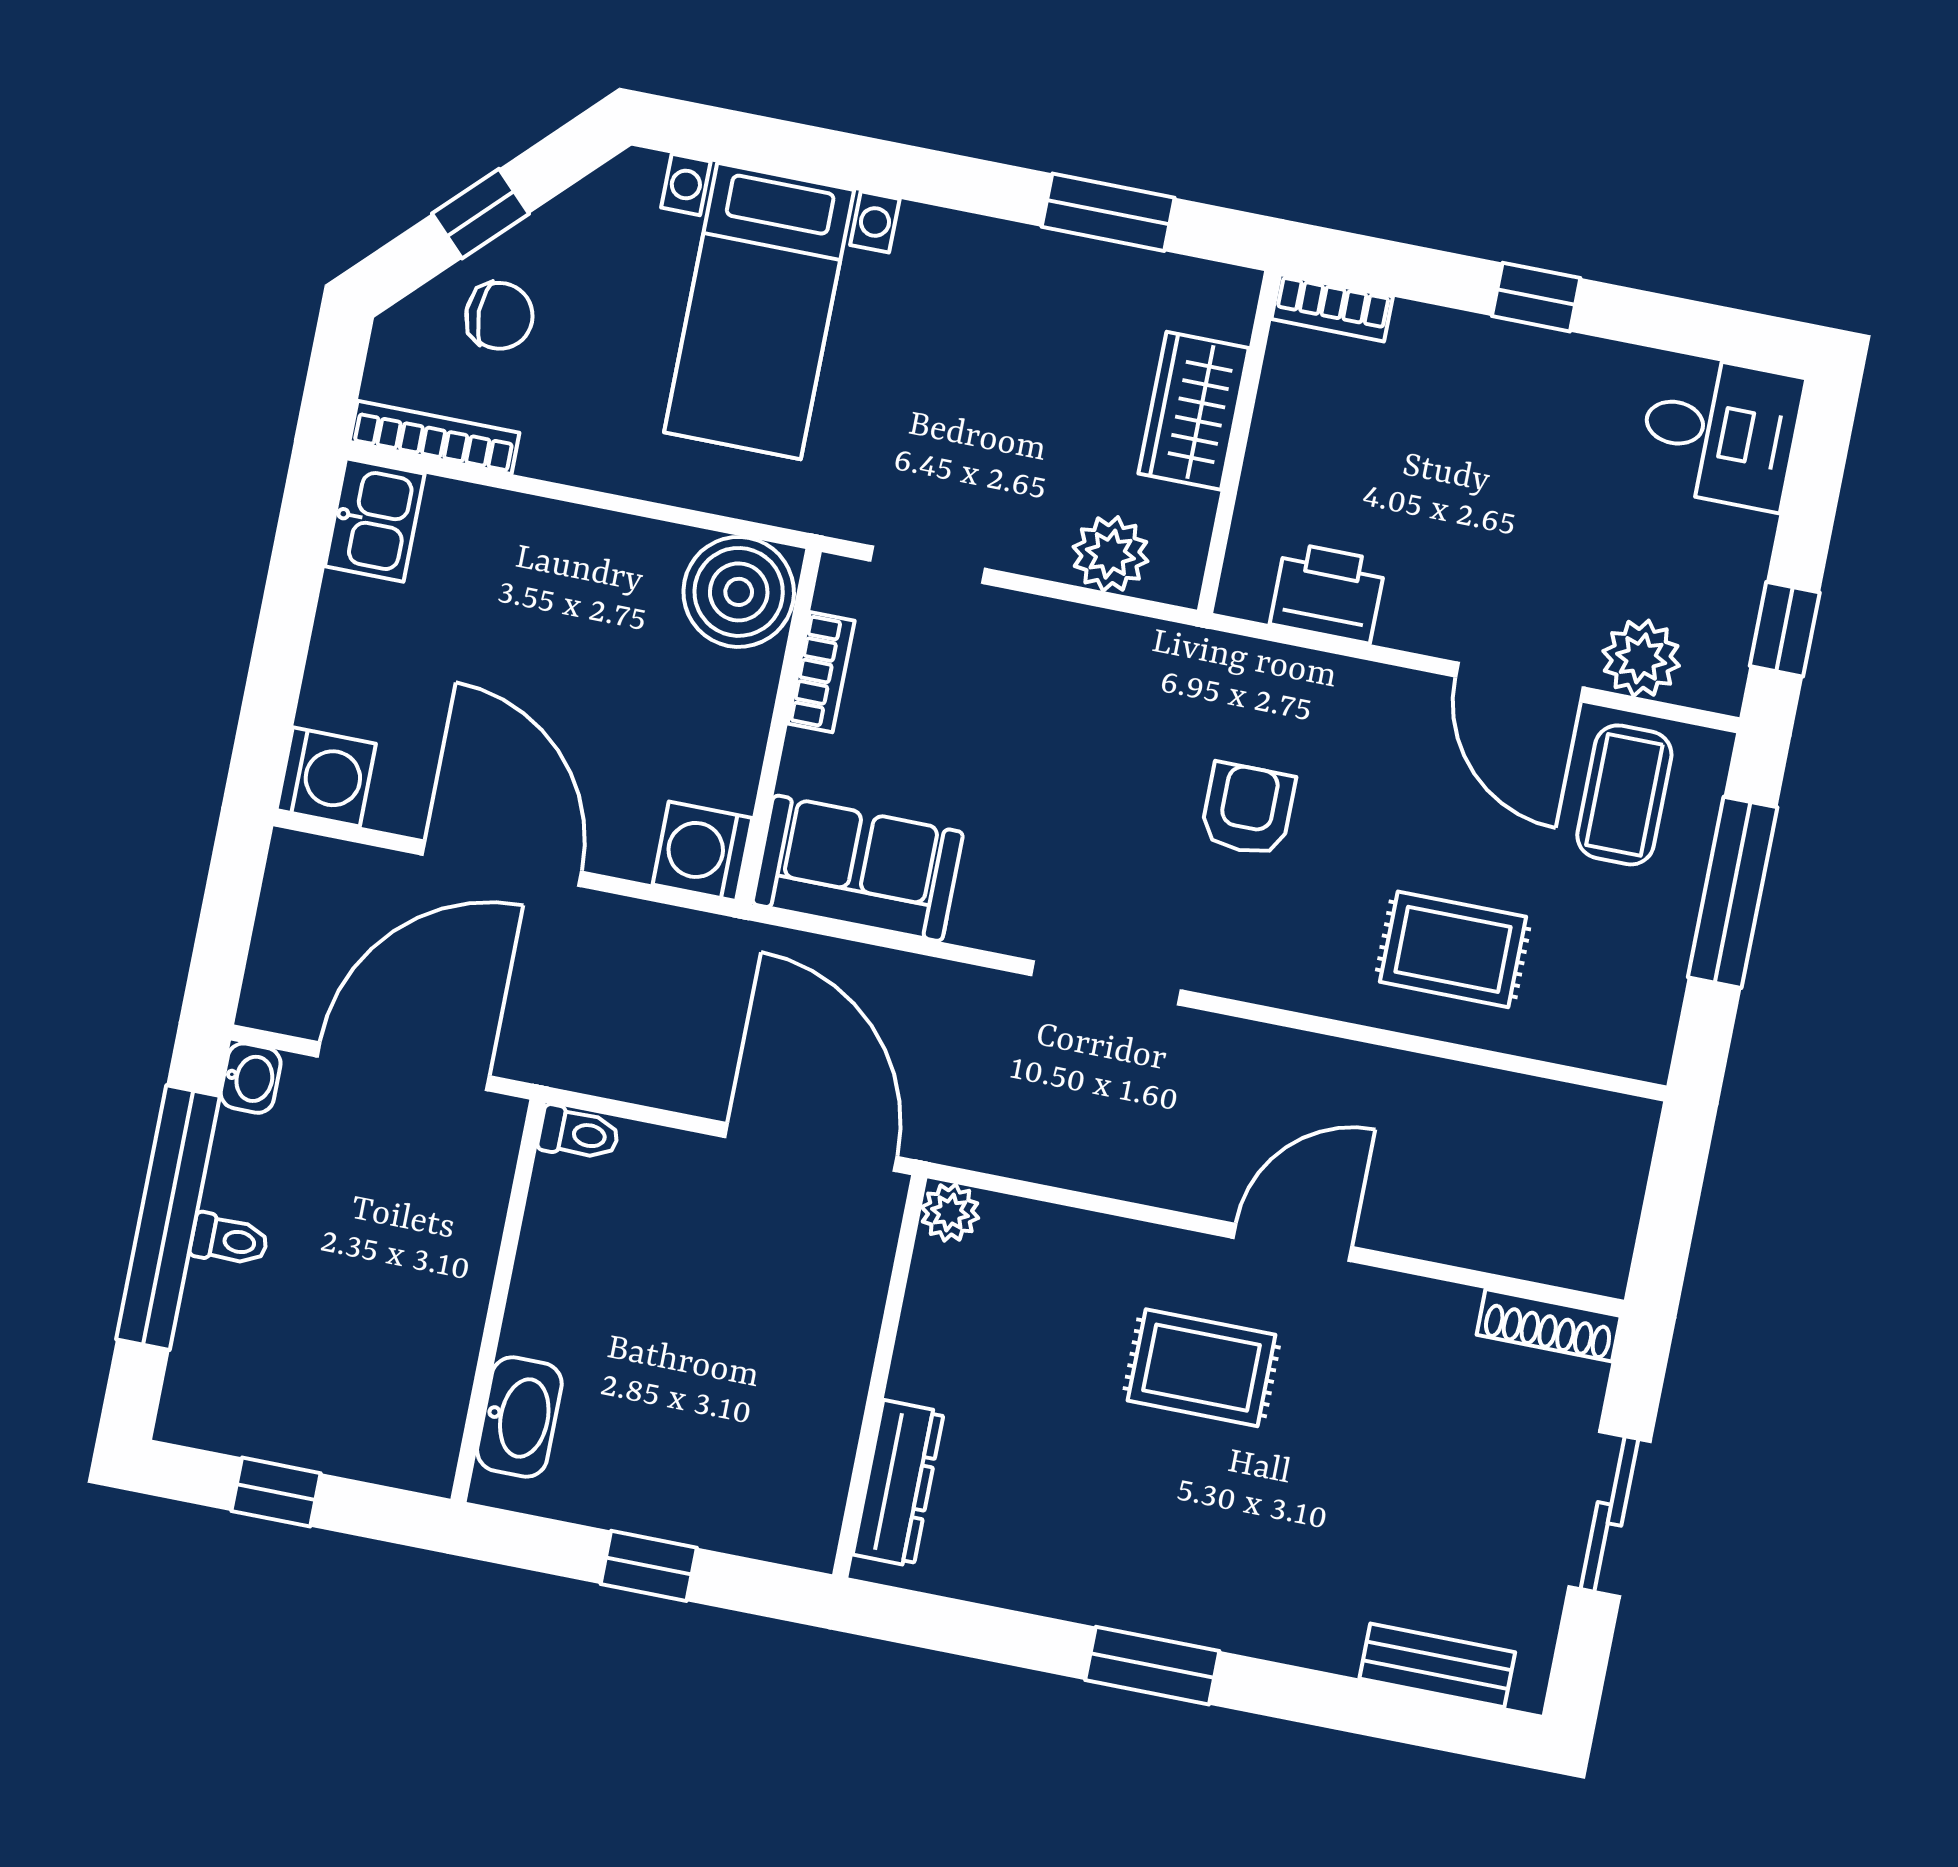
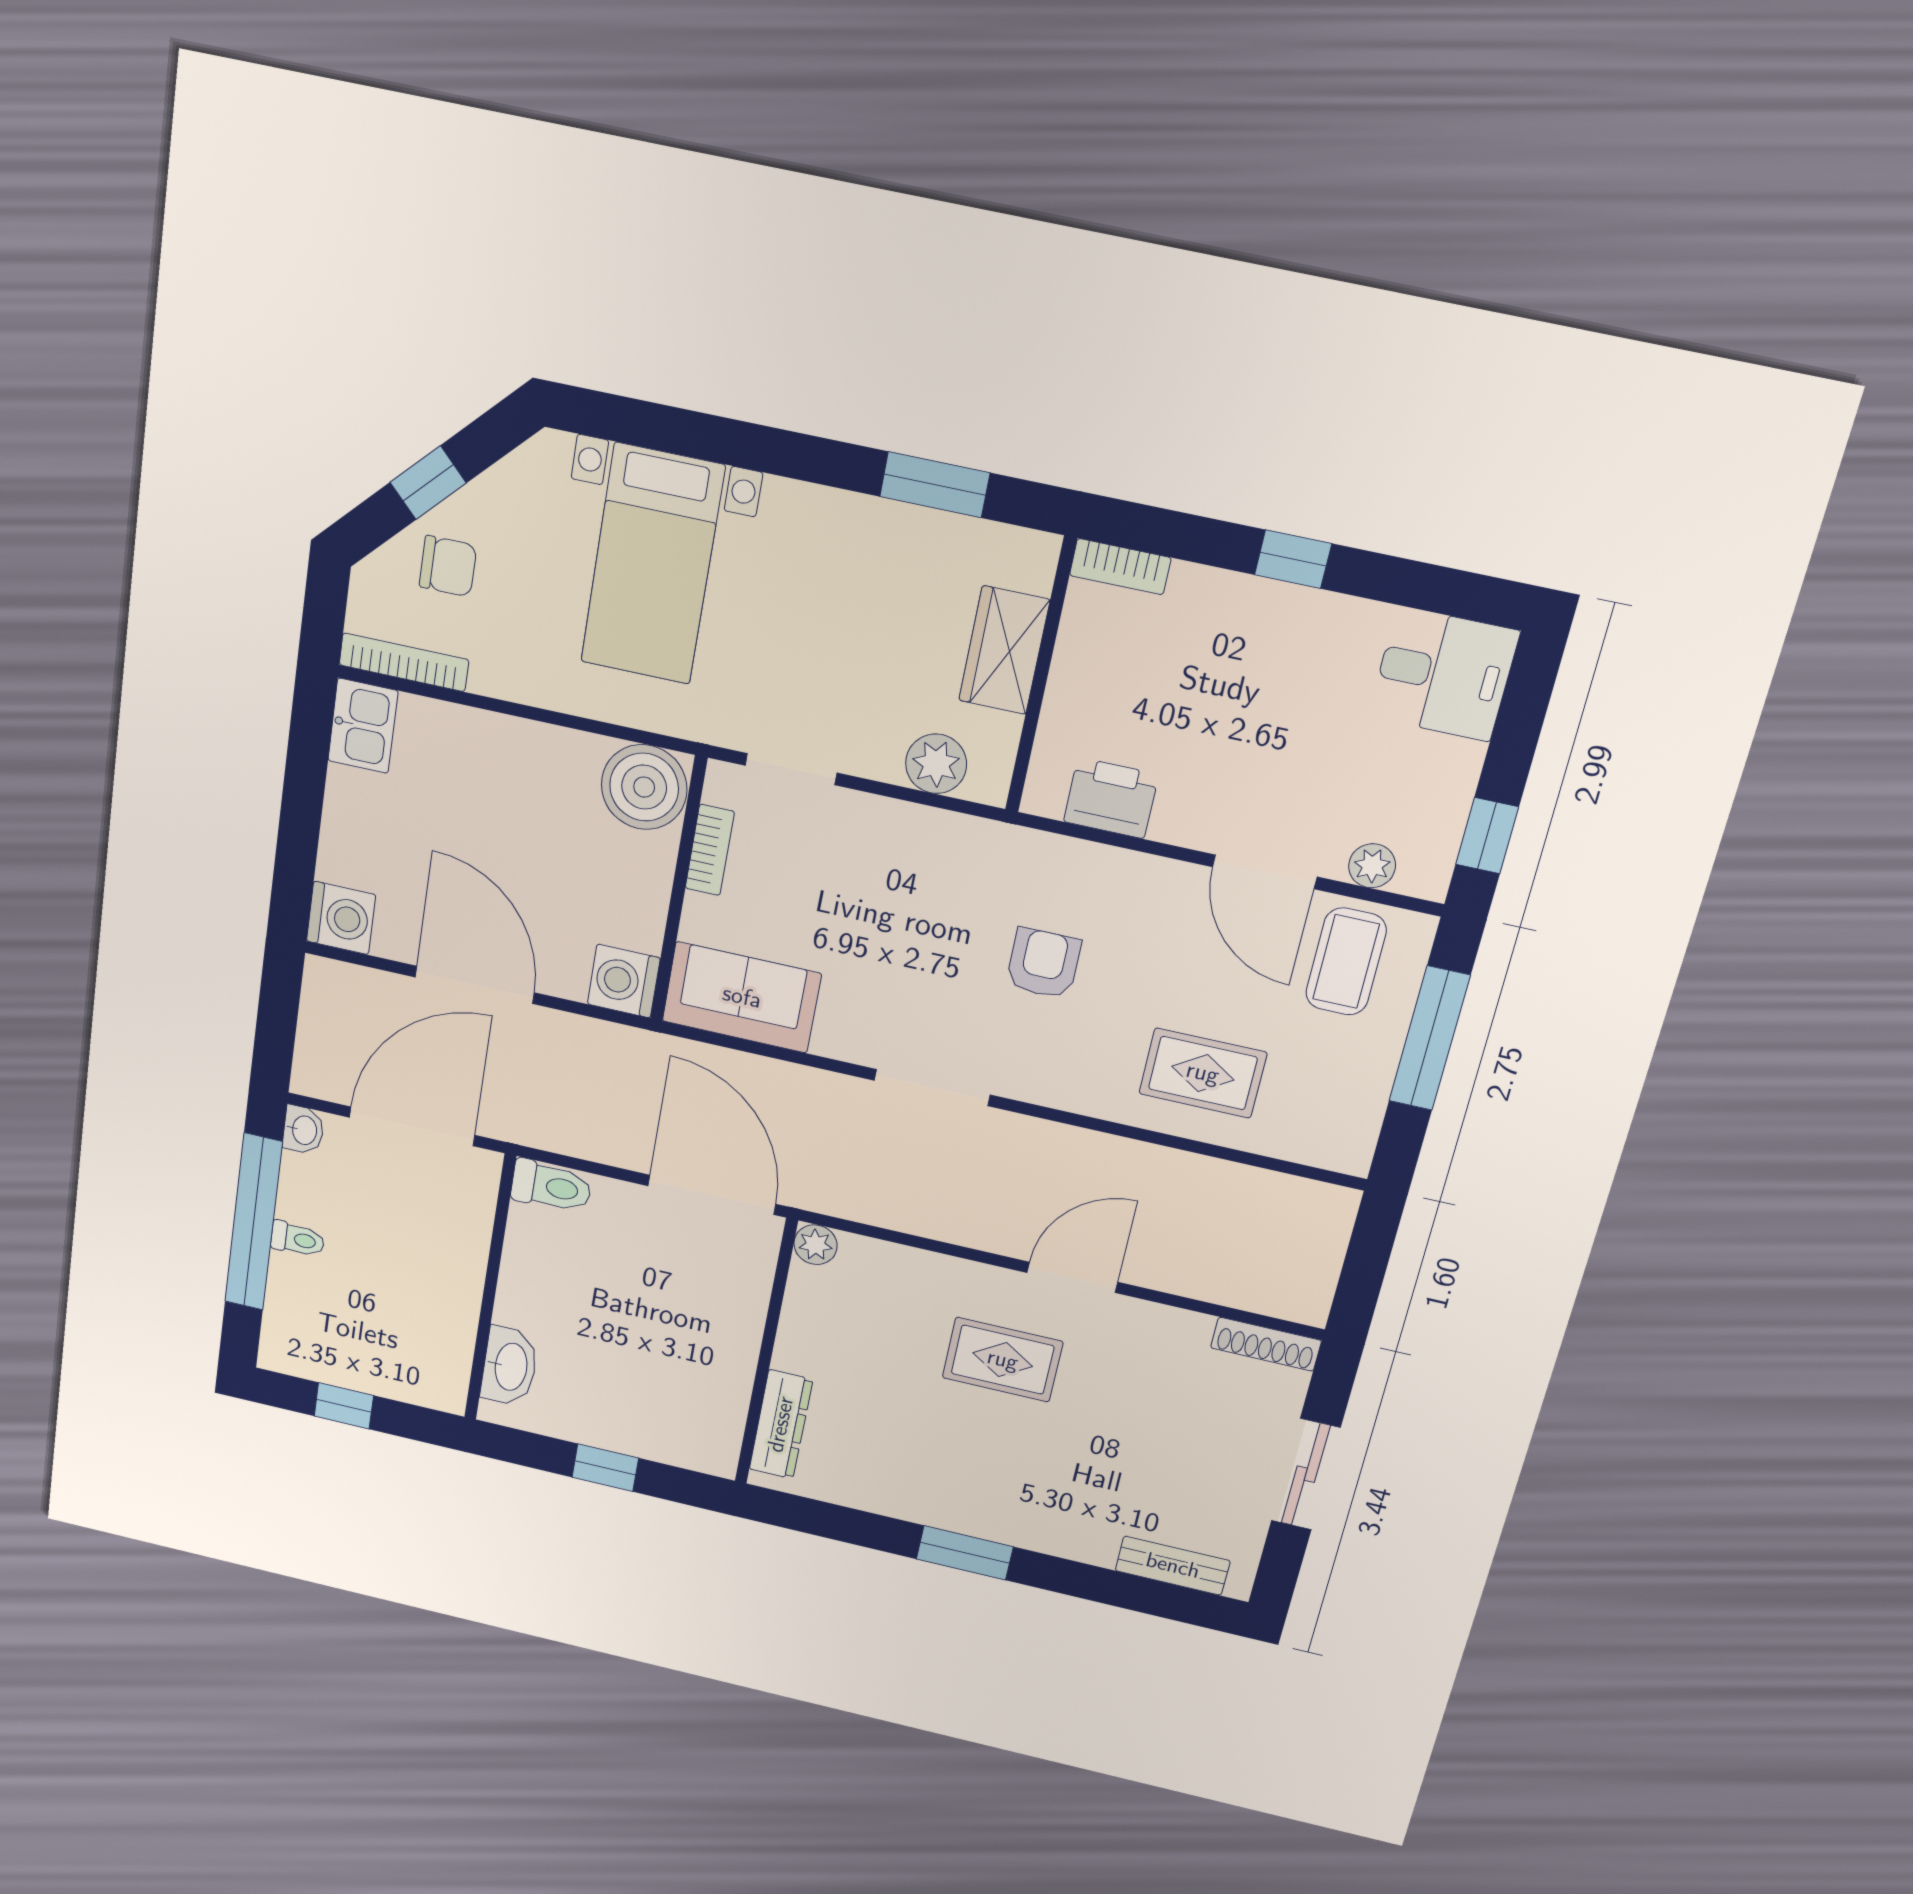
plant: (1641, 658) -> (1372, 866), width x0.73, depth x0.73
toilet: (579, 1133) -> (551, 1186), width x1.37, depth x1.39

